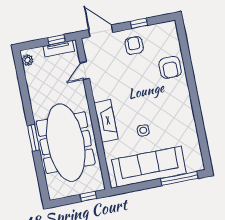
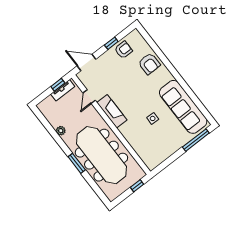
armchair: (134, 46) -> (123, 50), moved, turned 90
plant: (28, 60) -> (61, 131), moved
fireplace: (106, 121) -> (112, 111), moved
sofa: (149, 167) -> (183, 107), moved, turned -90

